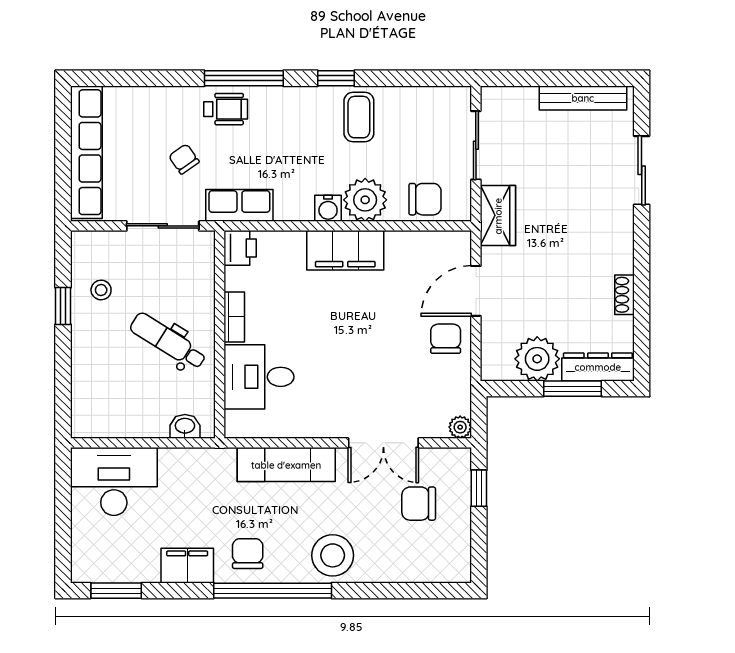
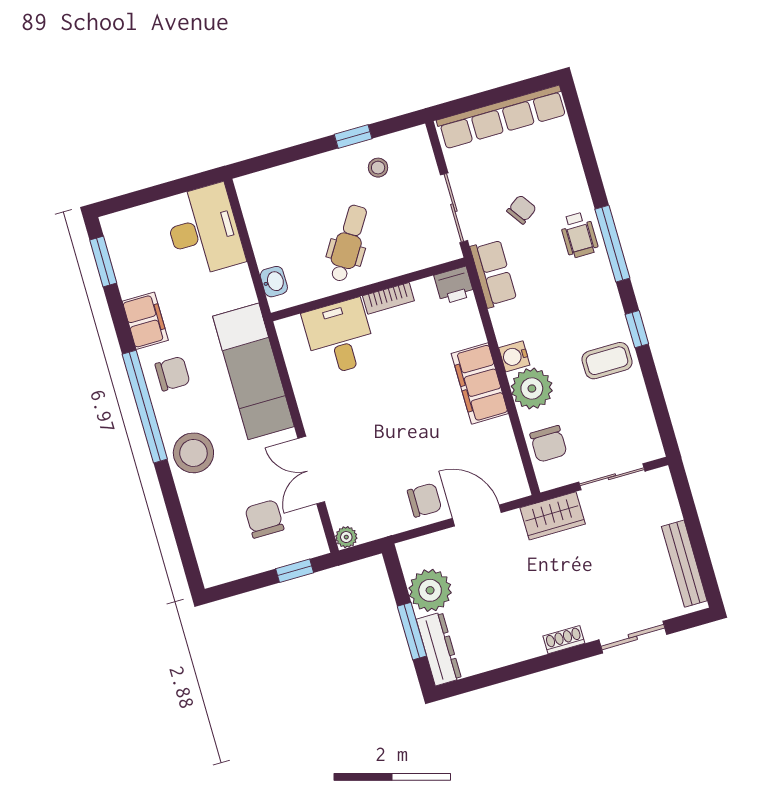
shoe rack: (624, 295) -> (564, 640), moved
exam couch: (286, 465) -> (253, 371), width x1.36, depth x1.45

